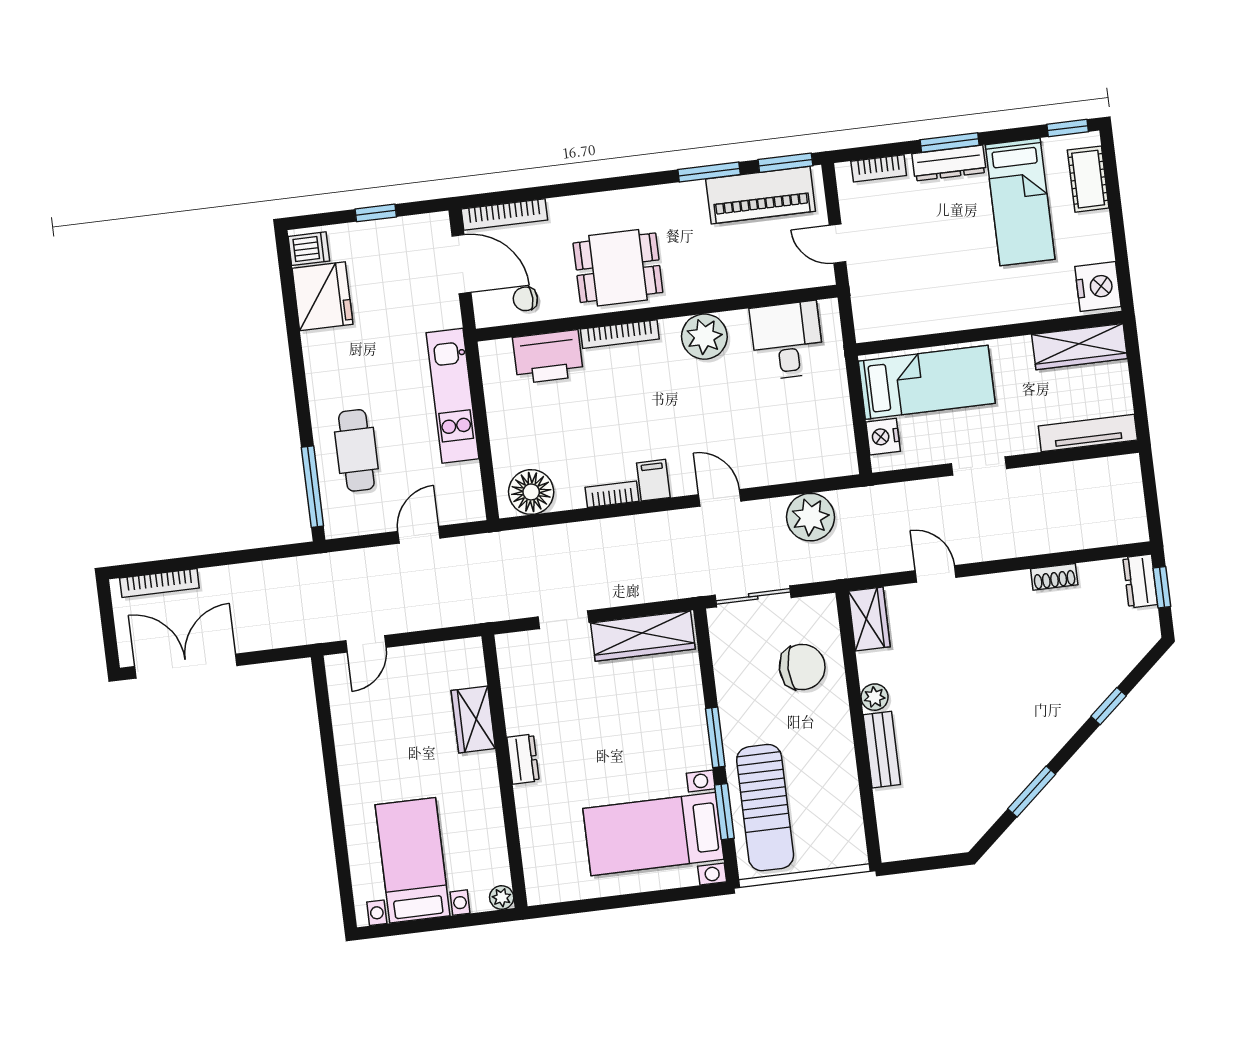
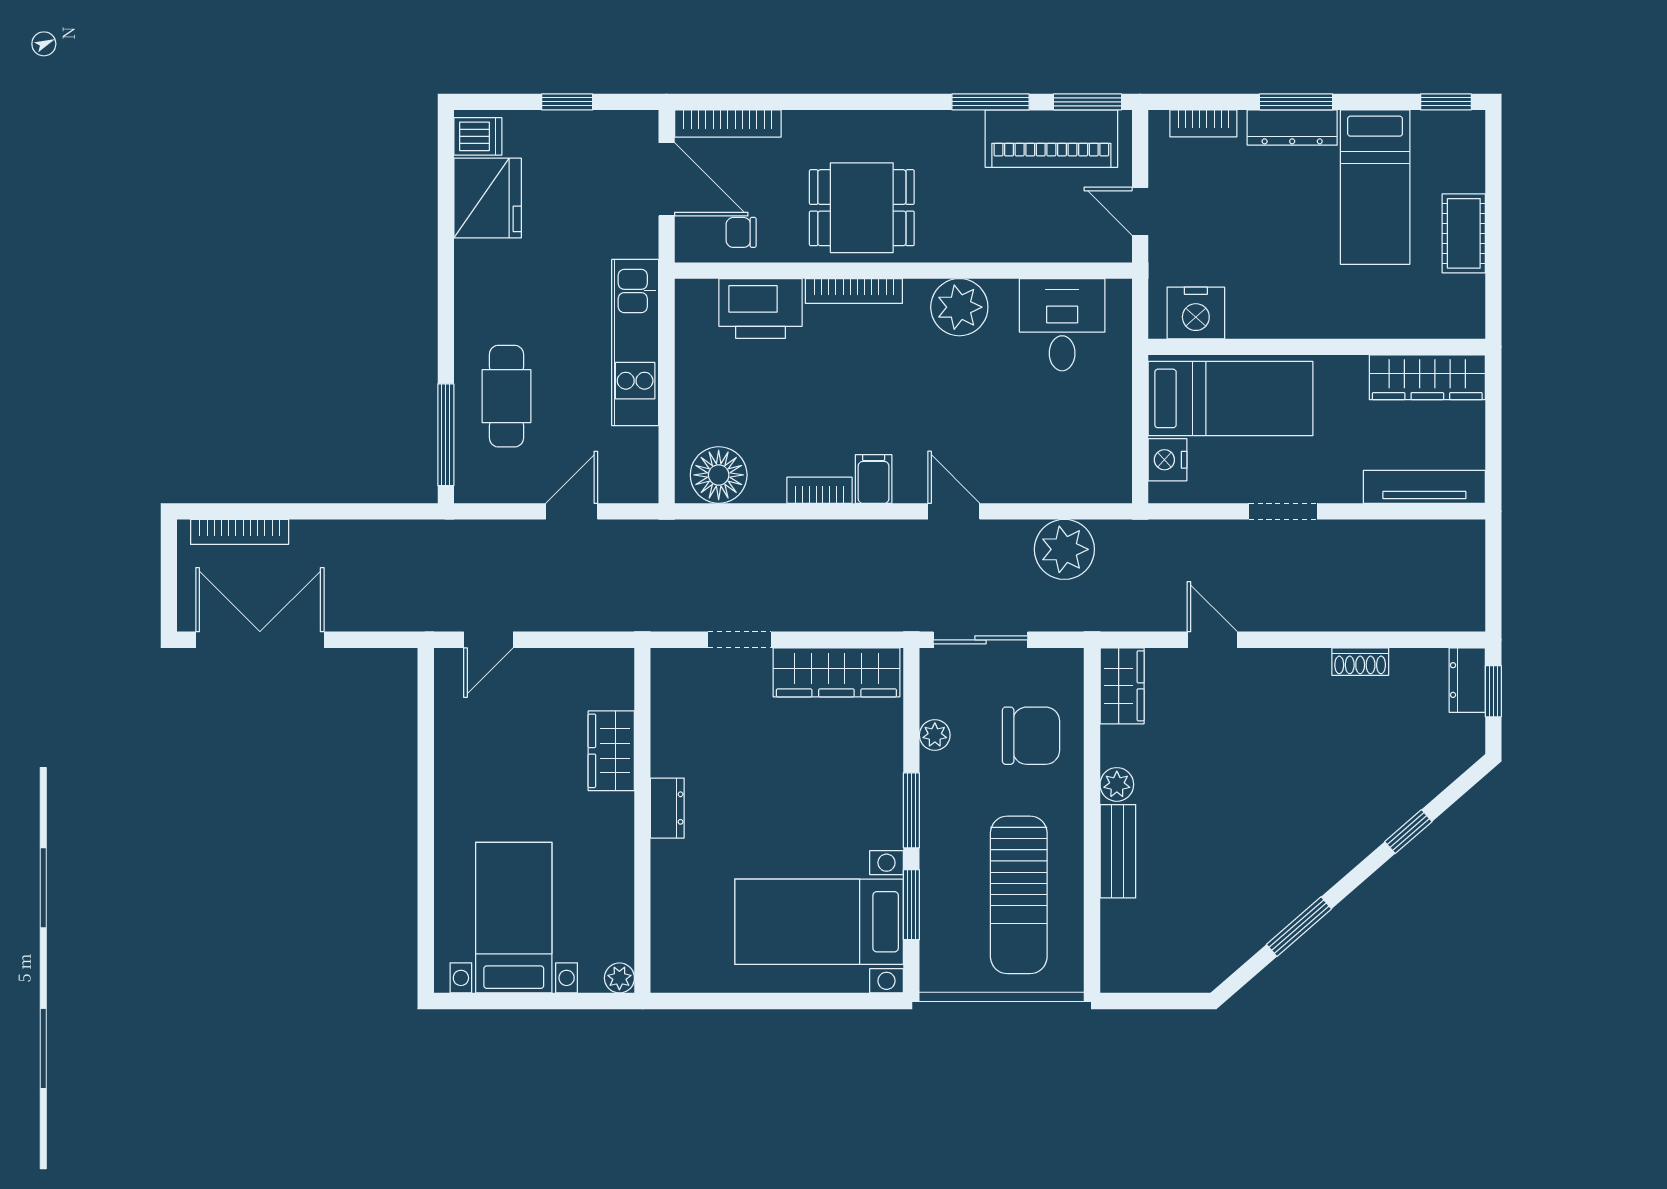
cot: (1088, 179) -> (1464, 233), moved
nightstand: (1098, 287) -> (1196, 313), moved, turned 90
plant: (726, 676) -> (935, 735), added
sun lounger: (765, 808) -> (1019, 895), moved

